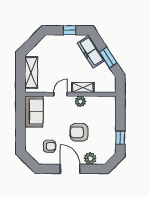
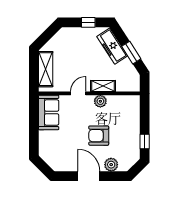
armchair: (49, 146) -> (66, 151), removed

